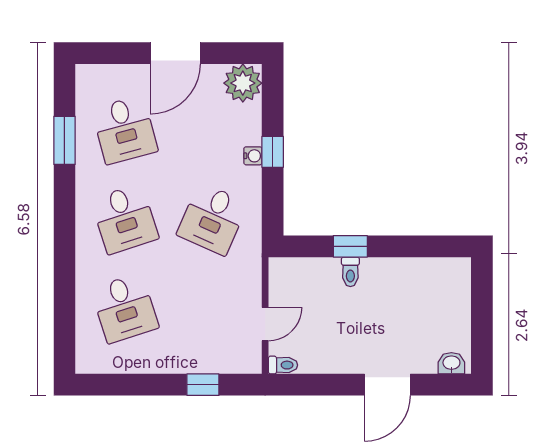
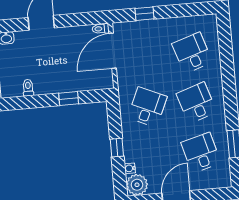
water cooler: (253, 156) -> (130, 168), moved
toilet: (350, 272) -> (28, 88), moved
door: (265, 324) -> (113, 51), width x1.88

